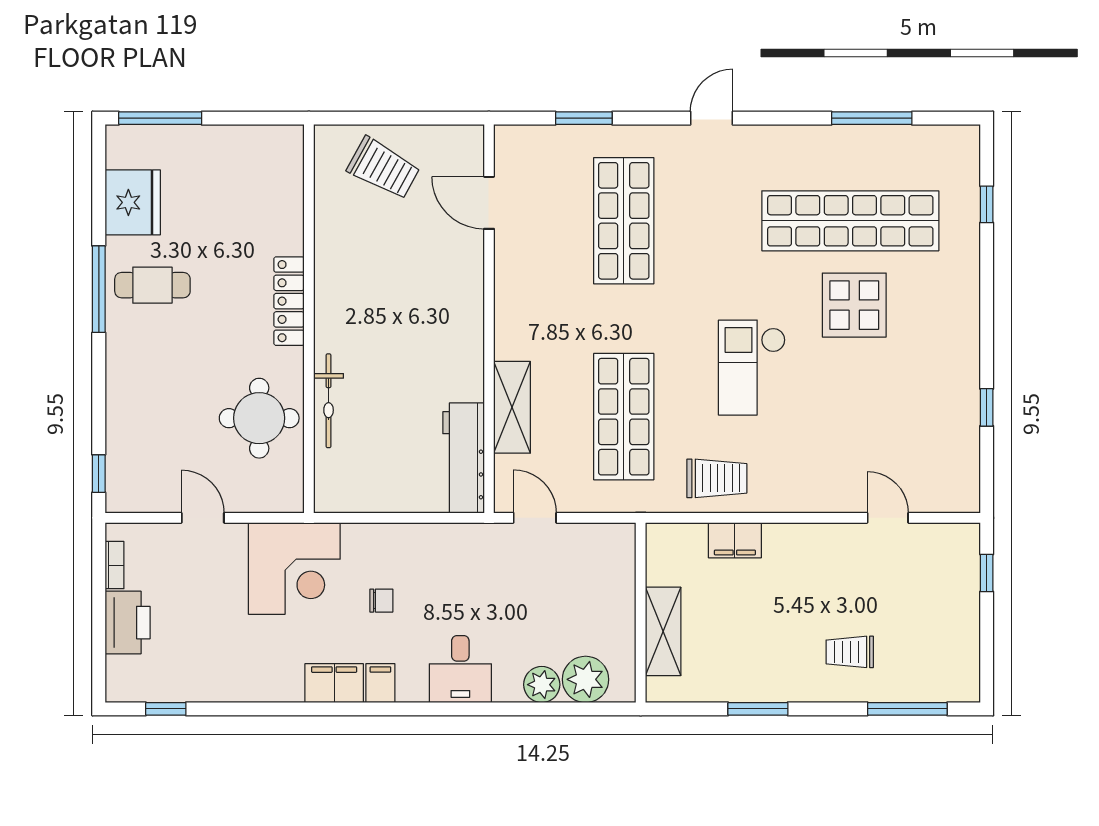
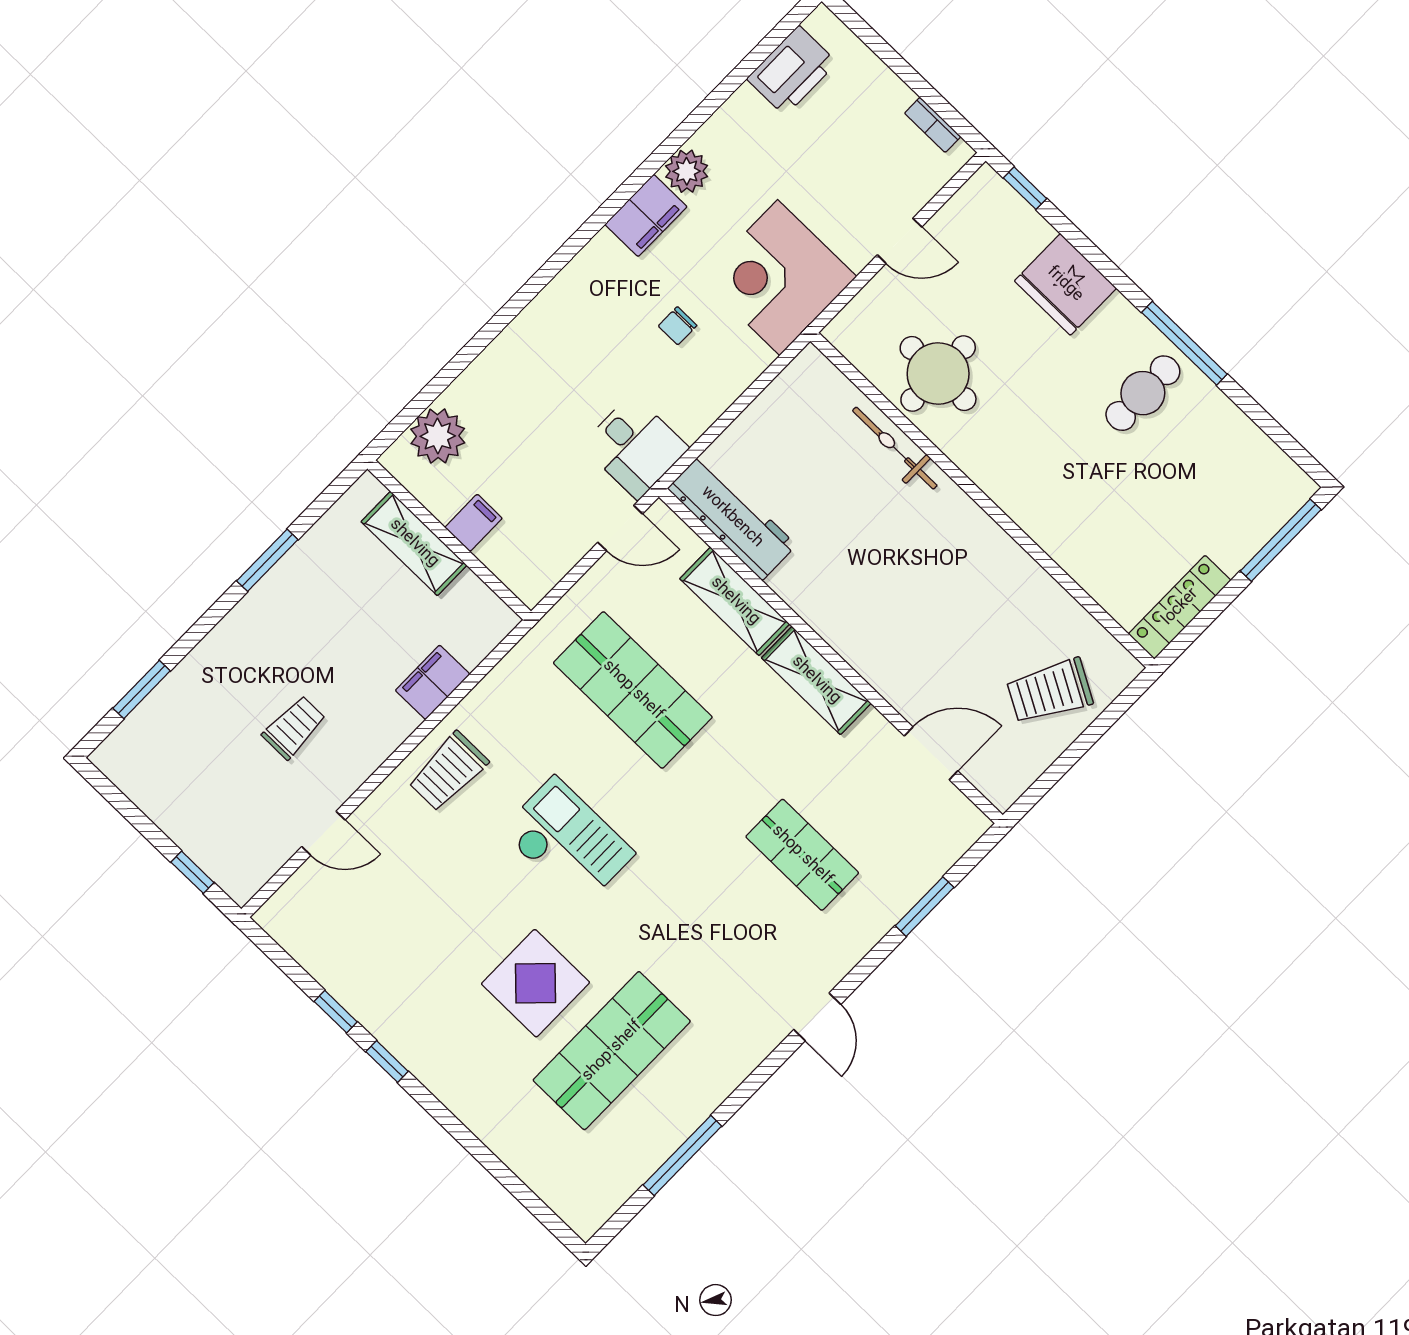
fridge: (133, 202) -> (1065, 284), moved
window: (987, 204) -> (387, 1062), moved
shop shelf: (624, 221) -> (802, 855), width x0.70, depth x0.74
shop shelf: (850, 221) -> (612, 1051), width x0.71
locker: (289, 301) -> (1180, 607), moved, turned -90
shelving: (512, 313) -> (816, 680), added
trolley: (717, 478) -> (448, 771), moved
printer: (128, 623) -> (792, 71), moved, turned -90
trolley: (850, 652) -> (294, 727), moved
desk: (460, 669) -> (635, 447), moved, turned 180
filing cabinet: (380, 683) -> (474, 523), moved, turned -90
plant: (542, 685) -> (687, 171), moved
window: (166, 709) -> (765, 48), removed
window: (907, 709) -> (142, 689), width x0.69

